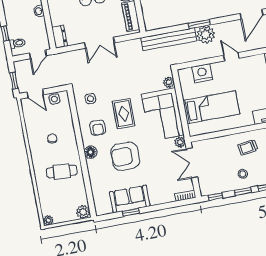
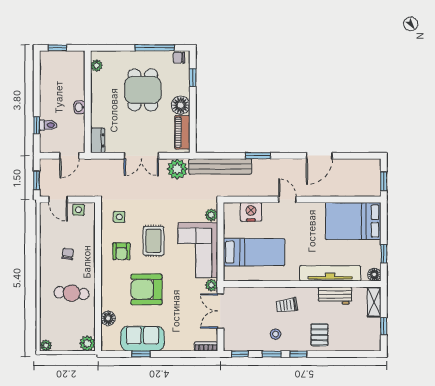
plant: (206, 35) -> (177, 169), moved
toilet: (17, 43) -> (48, 125), moved
floor lamp: (91, 152) -> (108, 318), moved

